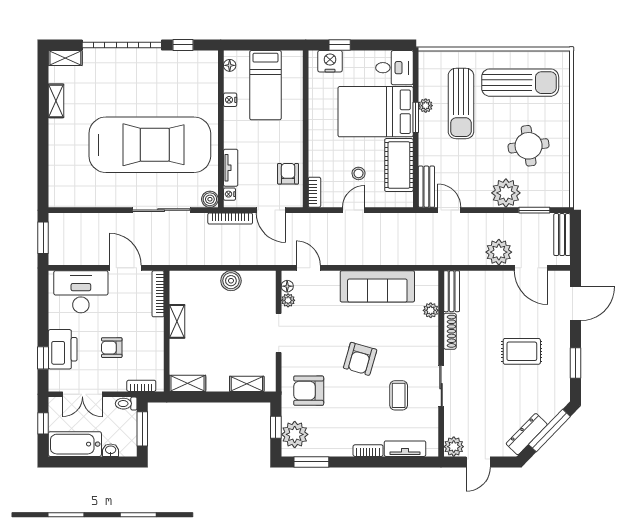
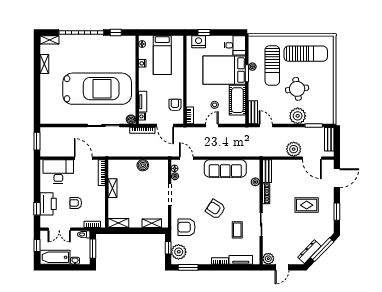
round table: (529, 146) -> (297, 89), moved
armchair: (360, 359) -> (215, 209), turned 107

